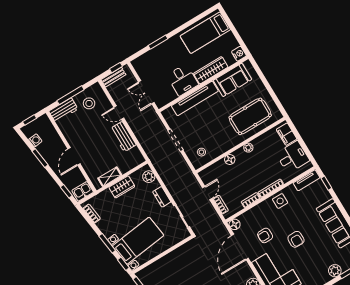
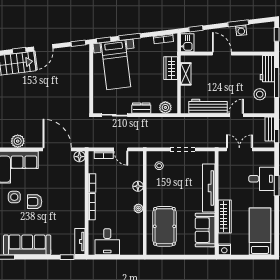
desk: (183, 80) -> (262, 179), moved, turned 180
filing cabinet: (287, 134) -> (130, 248), removed
workbench: (123, 137) -> (208, 106), width x1.38
washing machine: (35, 140) -> (241, 30), moved
wardrobe: (122, 187) -> (171, 68), moved
side table: (280, 201) -> (14, 197), moved
armchair: (265, 235) -> (54, 177), removed

